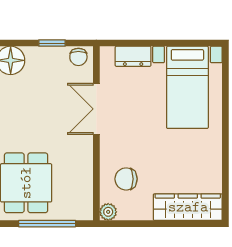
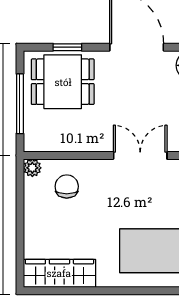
wardrobe: (188, 207) -> (59, 273), moved, turned -90

